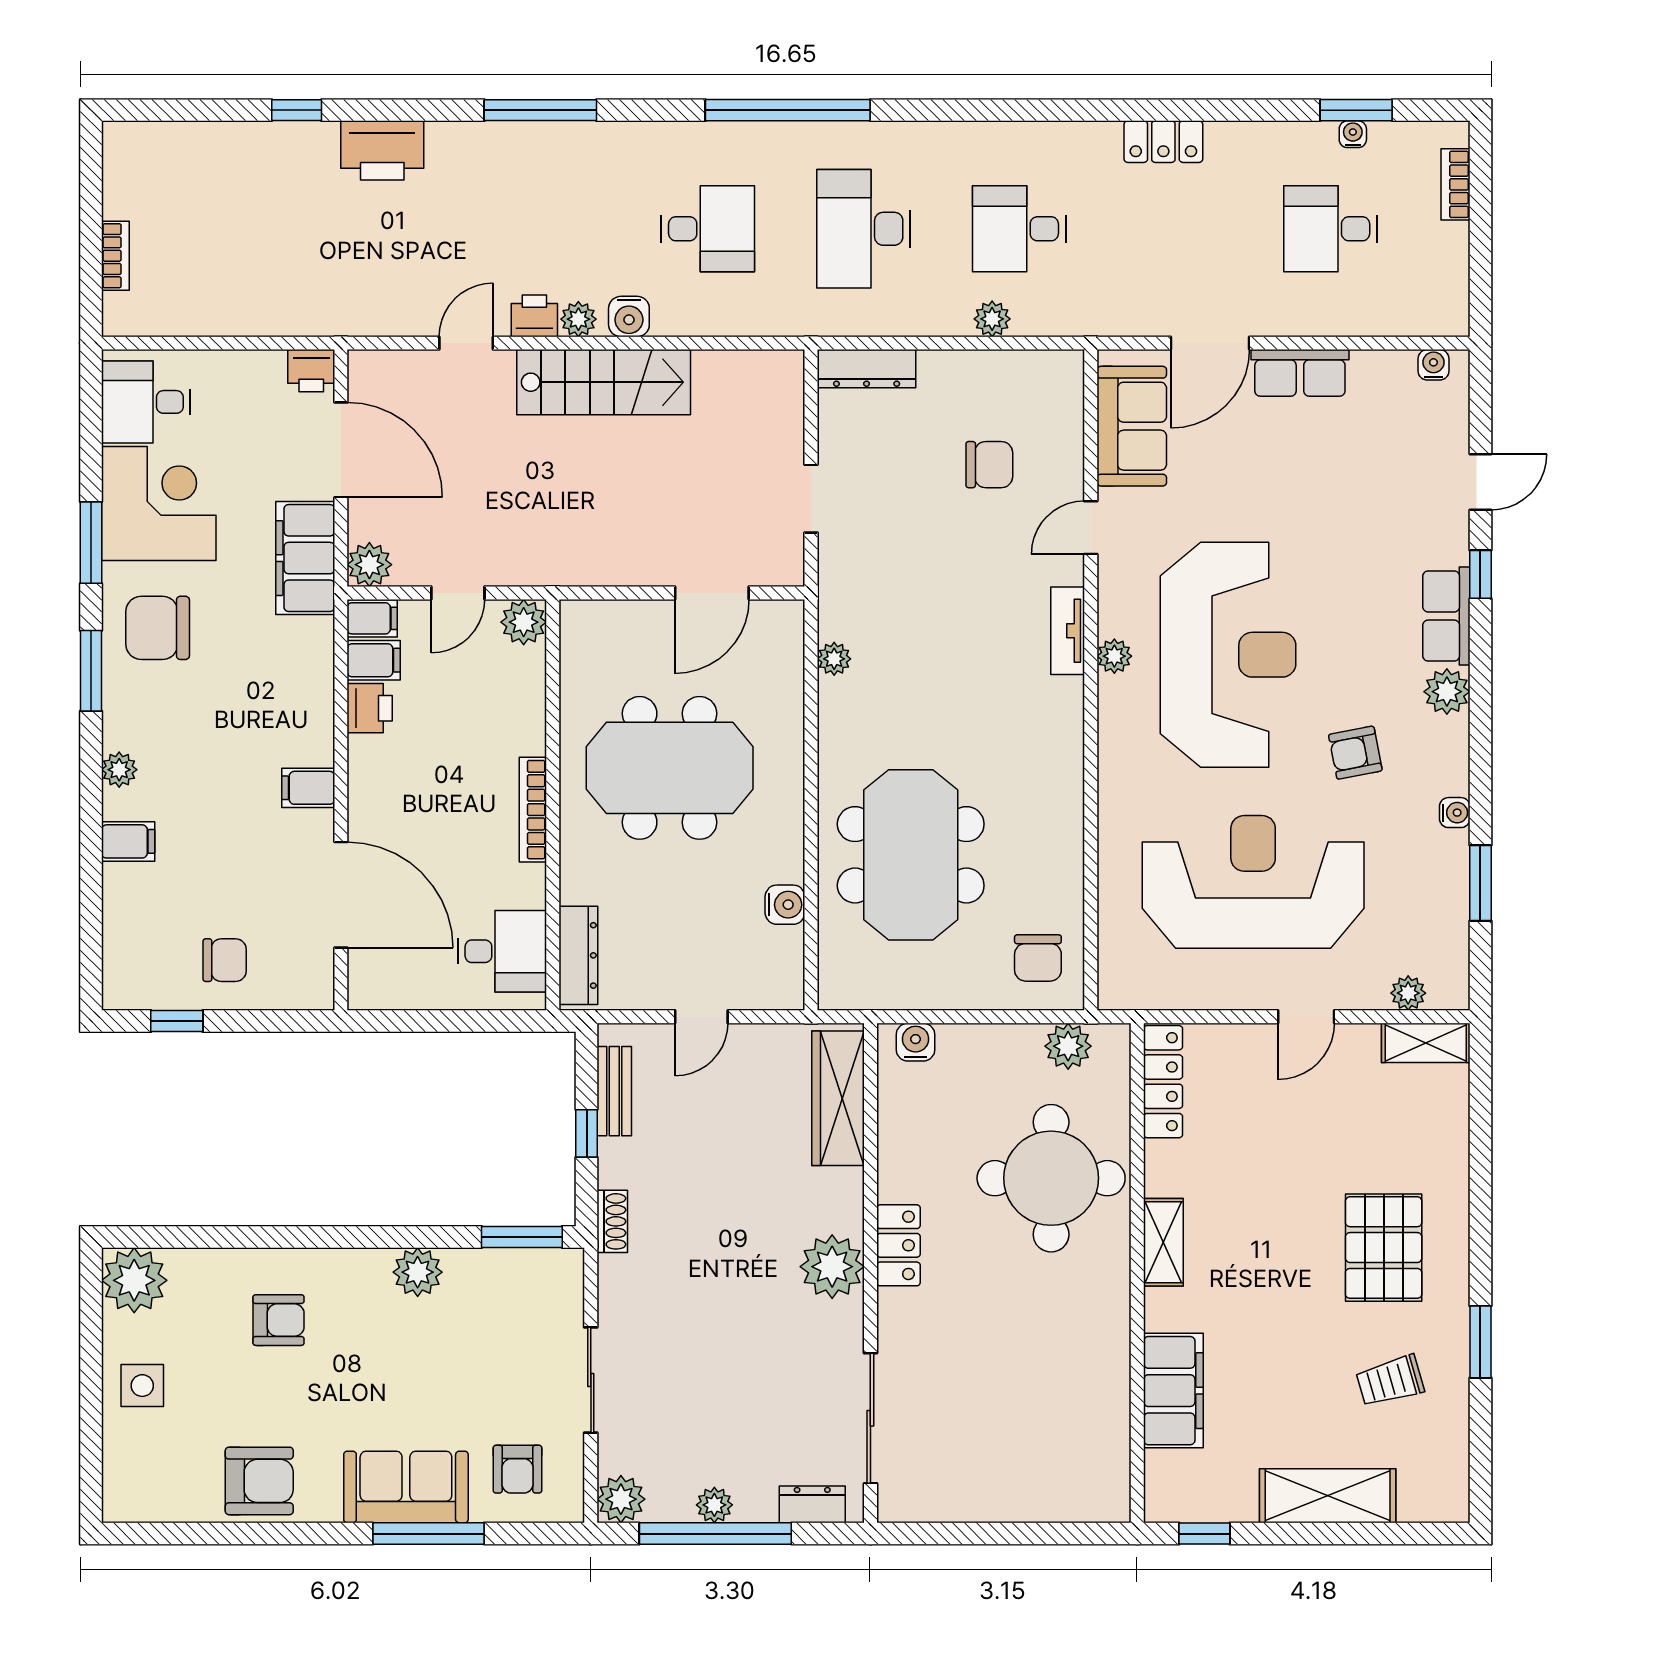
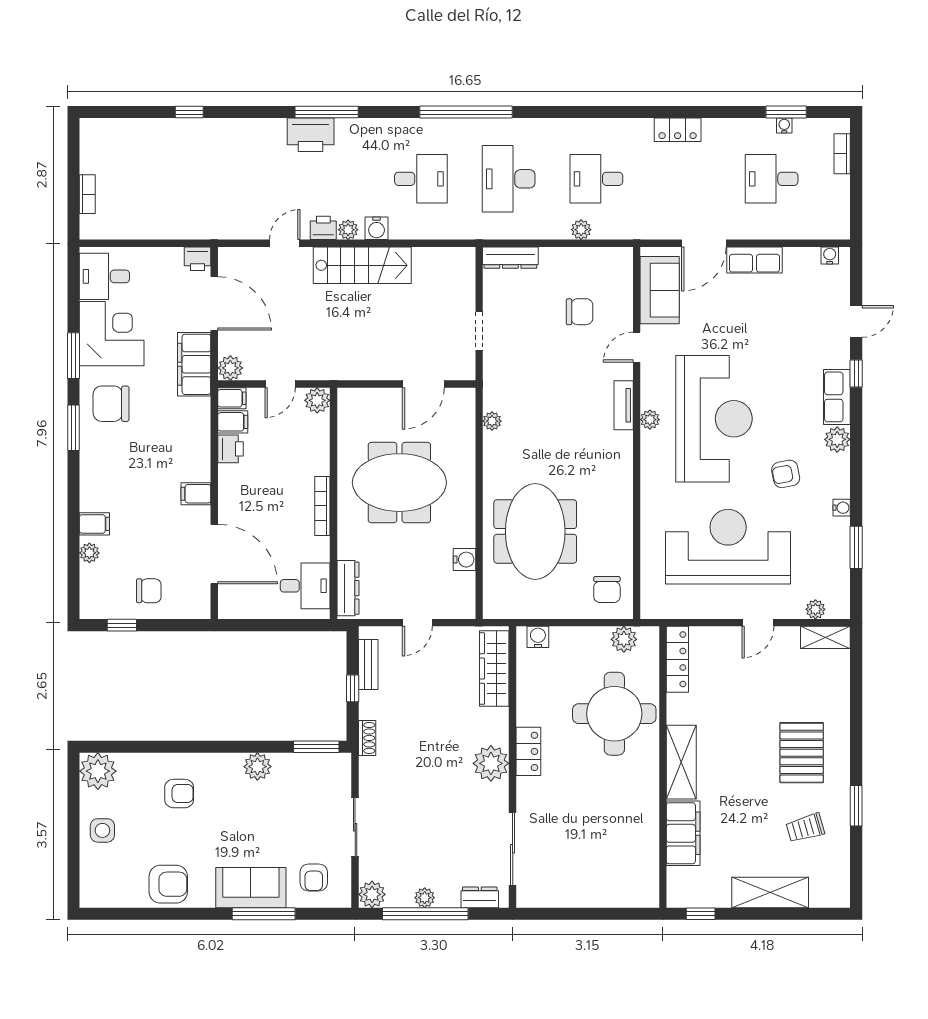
printer: (382, 150) -> (311, 135), moved
plant: (119, 770) -> (89, 553), moved
shelving: (1163, 1242) -> (681, 762), width x1.50, depth x1.33

